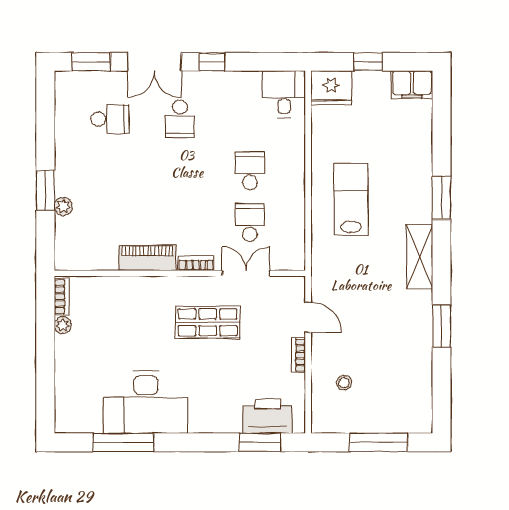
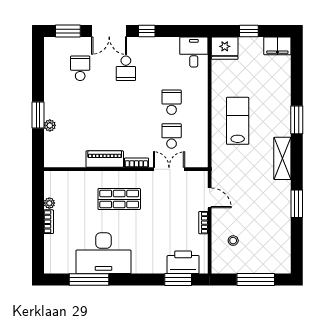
school desk: (110, 119) -> (80, 68), turned -90
bookcase: (62, 297) -> (49, 222), moved
shop shelf: (208, 322) -> (119, 199), moved

